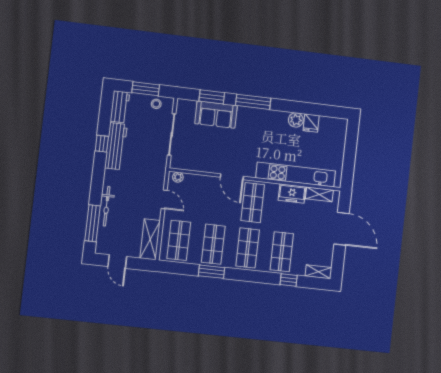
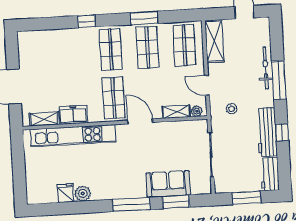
stool: (156, 104) -> (232, 109), moved
window: (93, 223) -> (279, 80), moved
shop shelf: (282, 252) -> (74, 51), removed
shelving: (318, 272) -> (176, 112), moved
window: (289, 280) -> (87, 21), moved

